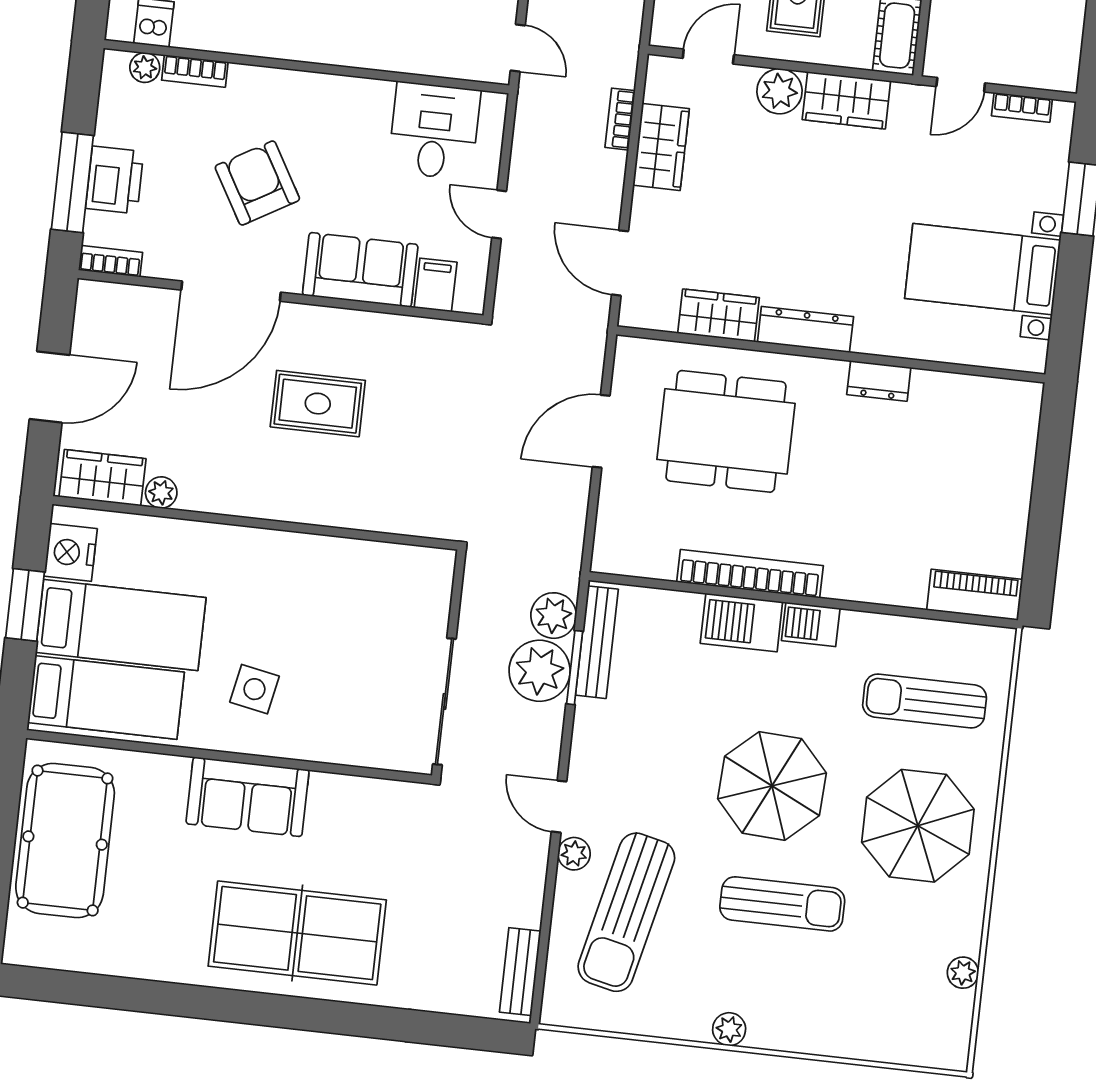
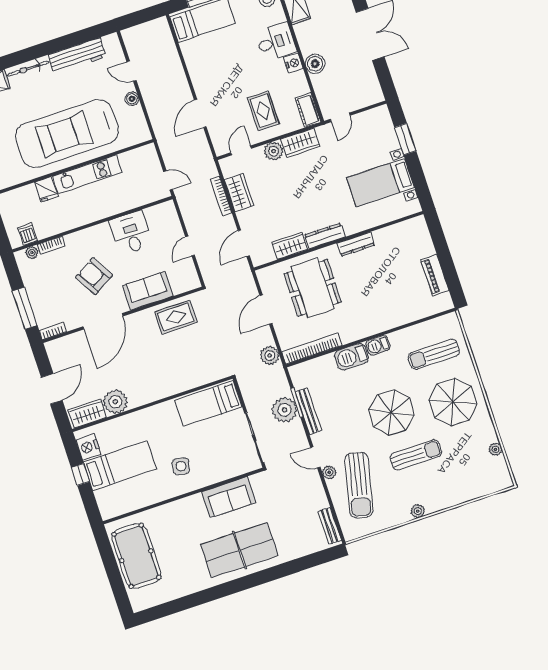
bookcase: (1022, 107) -> (367, 115), removed
bookcase: (620, 119) -> (221, 196), width x1.56
desk: (434, 131) -> (131, 233), moved
printer: (115, 180) -> (40, 300), removed
door: (499, 214) -> (190, 246), hinge flipped
door: (620, 263) -> (244, 243), hinge flipped
filing cabinet: (436, 285) -> (179, 283), removed
dresser: (879, 381) -> (356, 244), width x1.44
rug: (318, 404) -> (176, 317), moved
dining table: (726, 431) -> (313, 288), turned 90
plant: (161, 493) -> (115, 402), width x1.88, depth x1.88
bookcase: (750, 574) -> (312, 348), moved
piano: (975, 595) -> (435, 275), moved, turned -90
window: (25, 605) -> (80, 475), width x0.67
plant: (554, 616) -> (270, 356), moved
bench: (597, 642) -> (308, 411), moved
bed: (106, 697) -> (208, 404), moved, turned 180
sofa: (248, 797) -> (229, 497), moved

